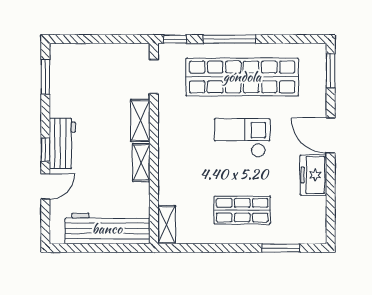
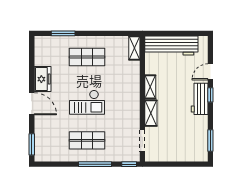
shop shelf: (242, 77) -> (87, 140), width x0.50, depth x0.74

